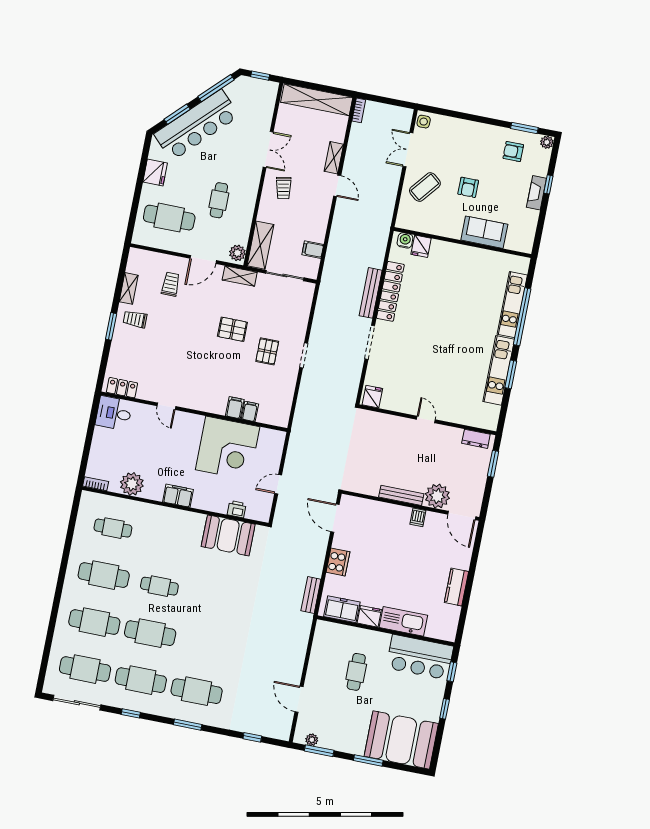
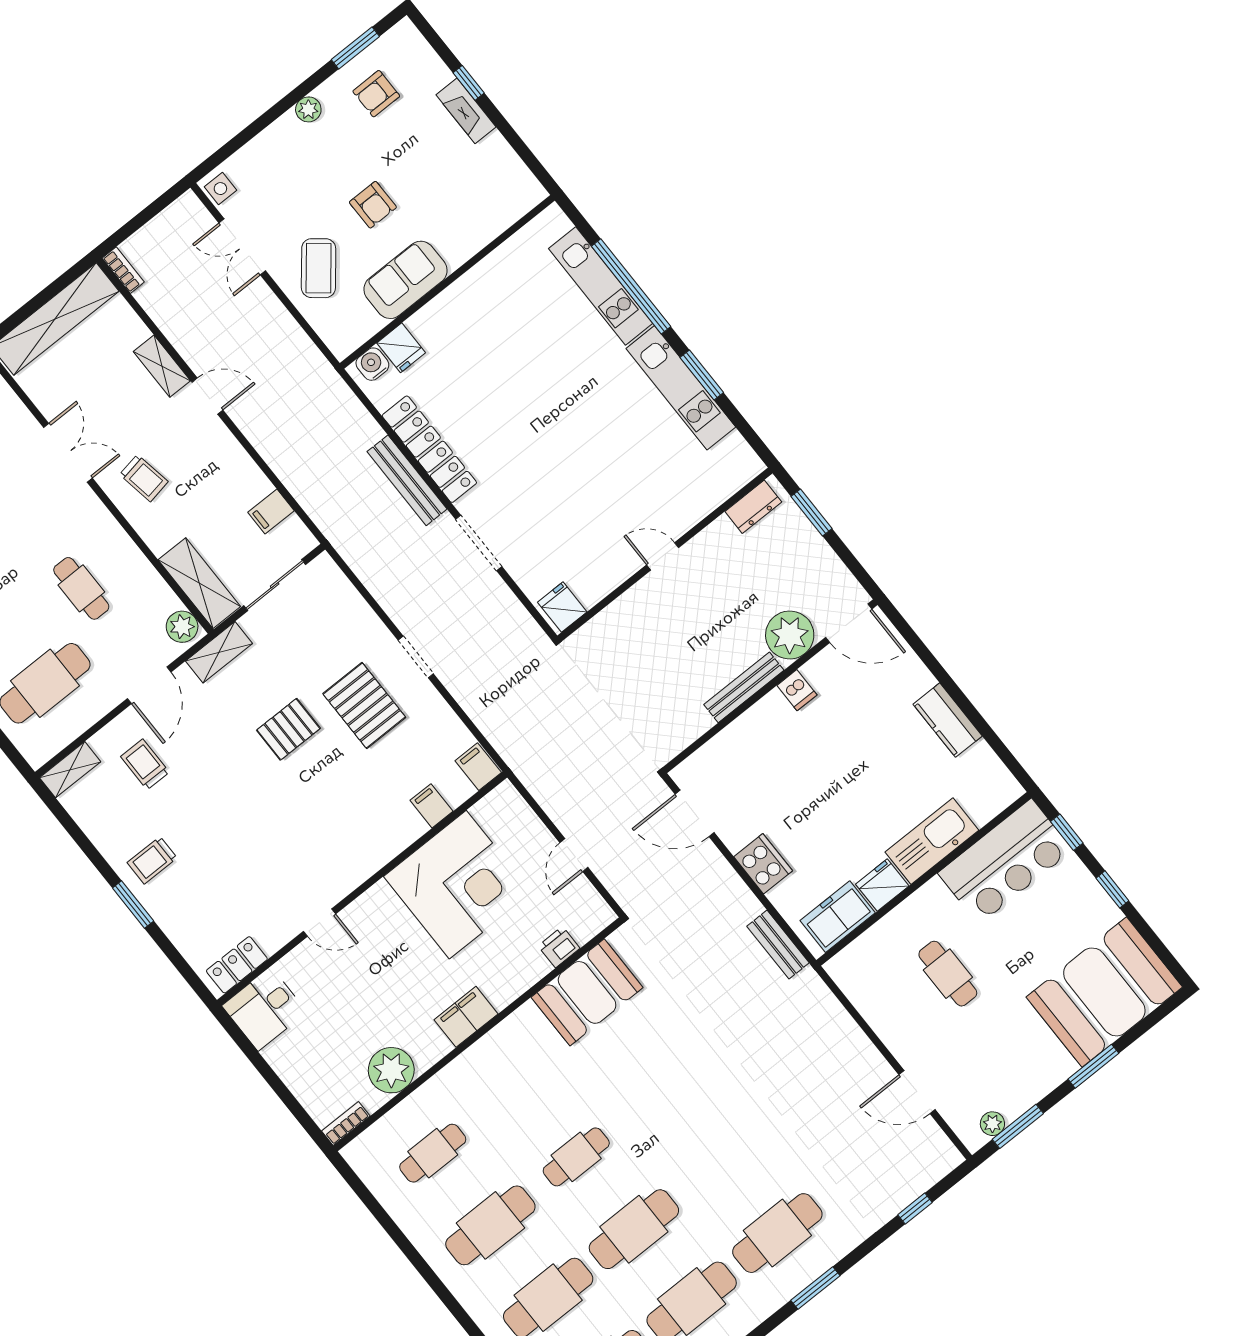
plant: (547, 142) -> (308, 109), moved
sofa: (484, 232) -> (406, 280), moved
shelving: (129, 288) -> (70, 770), moved, turned 90
pallet: (267, 351) -> (364, 706), width x1.50, depth x1.42
filing cabinet: (235, 408) -> (478, 767), moved

